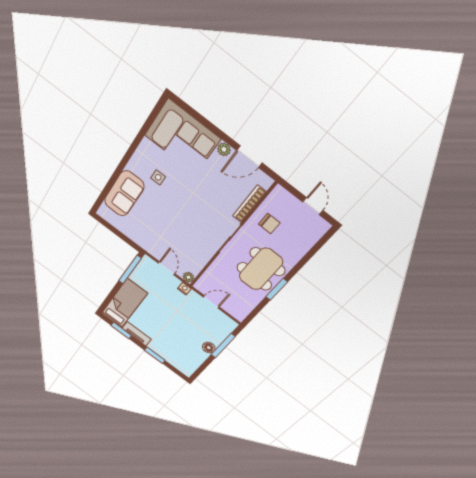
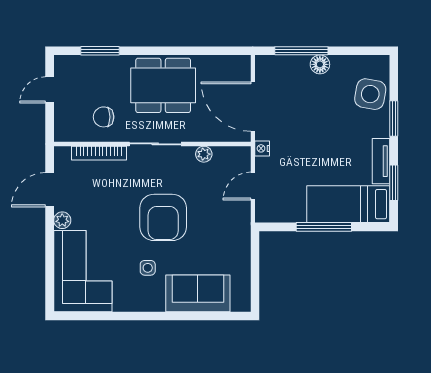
door: (249, 157) -> (50, 190), swing flipped
armchair: (183, 209) -> (163, 217), added
chair: (269, 224) -> (104, 117), turned -90
window: (130, 270) -> (324, 227), moved
plant: (188, 277) -> (204, 154), moved
window: (277, 289) -> (100, 51), moved
door: (211, 302) -> (253, 107), width x1.88
side table: (175, 356) -> (370, 94), added

